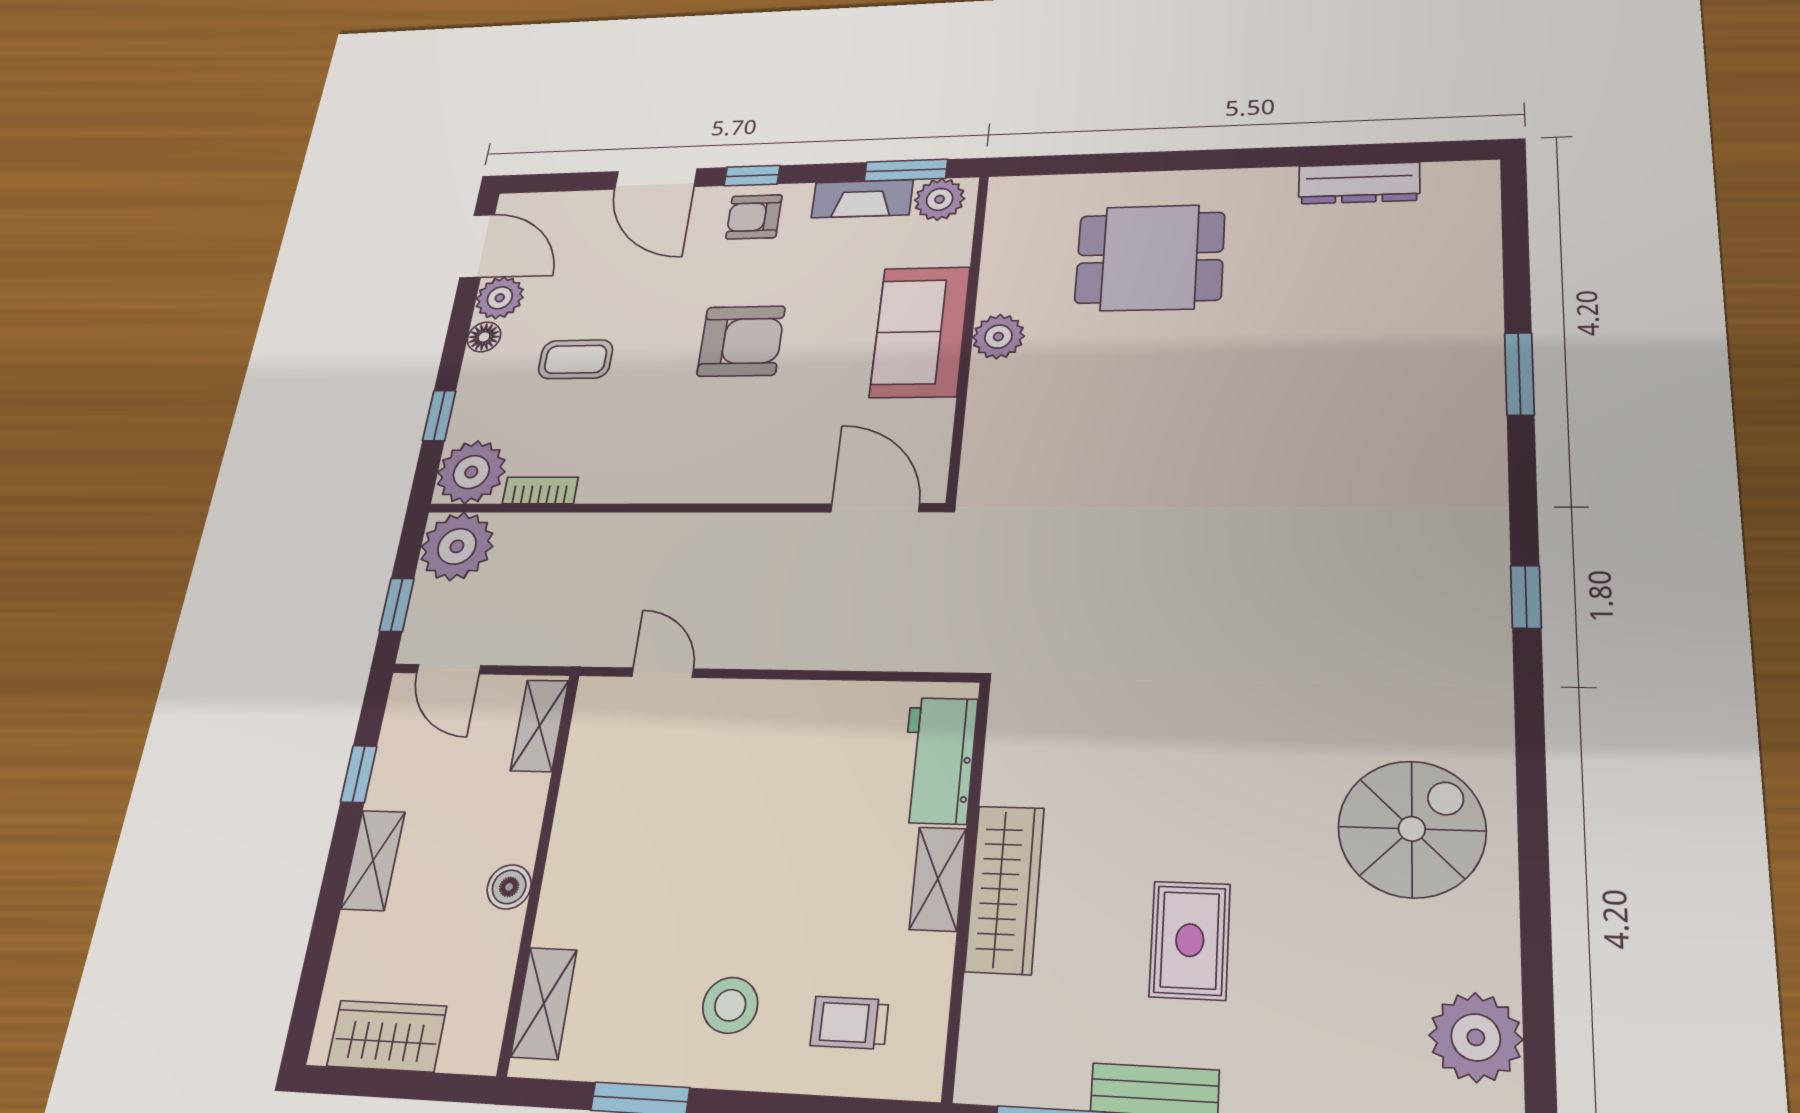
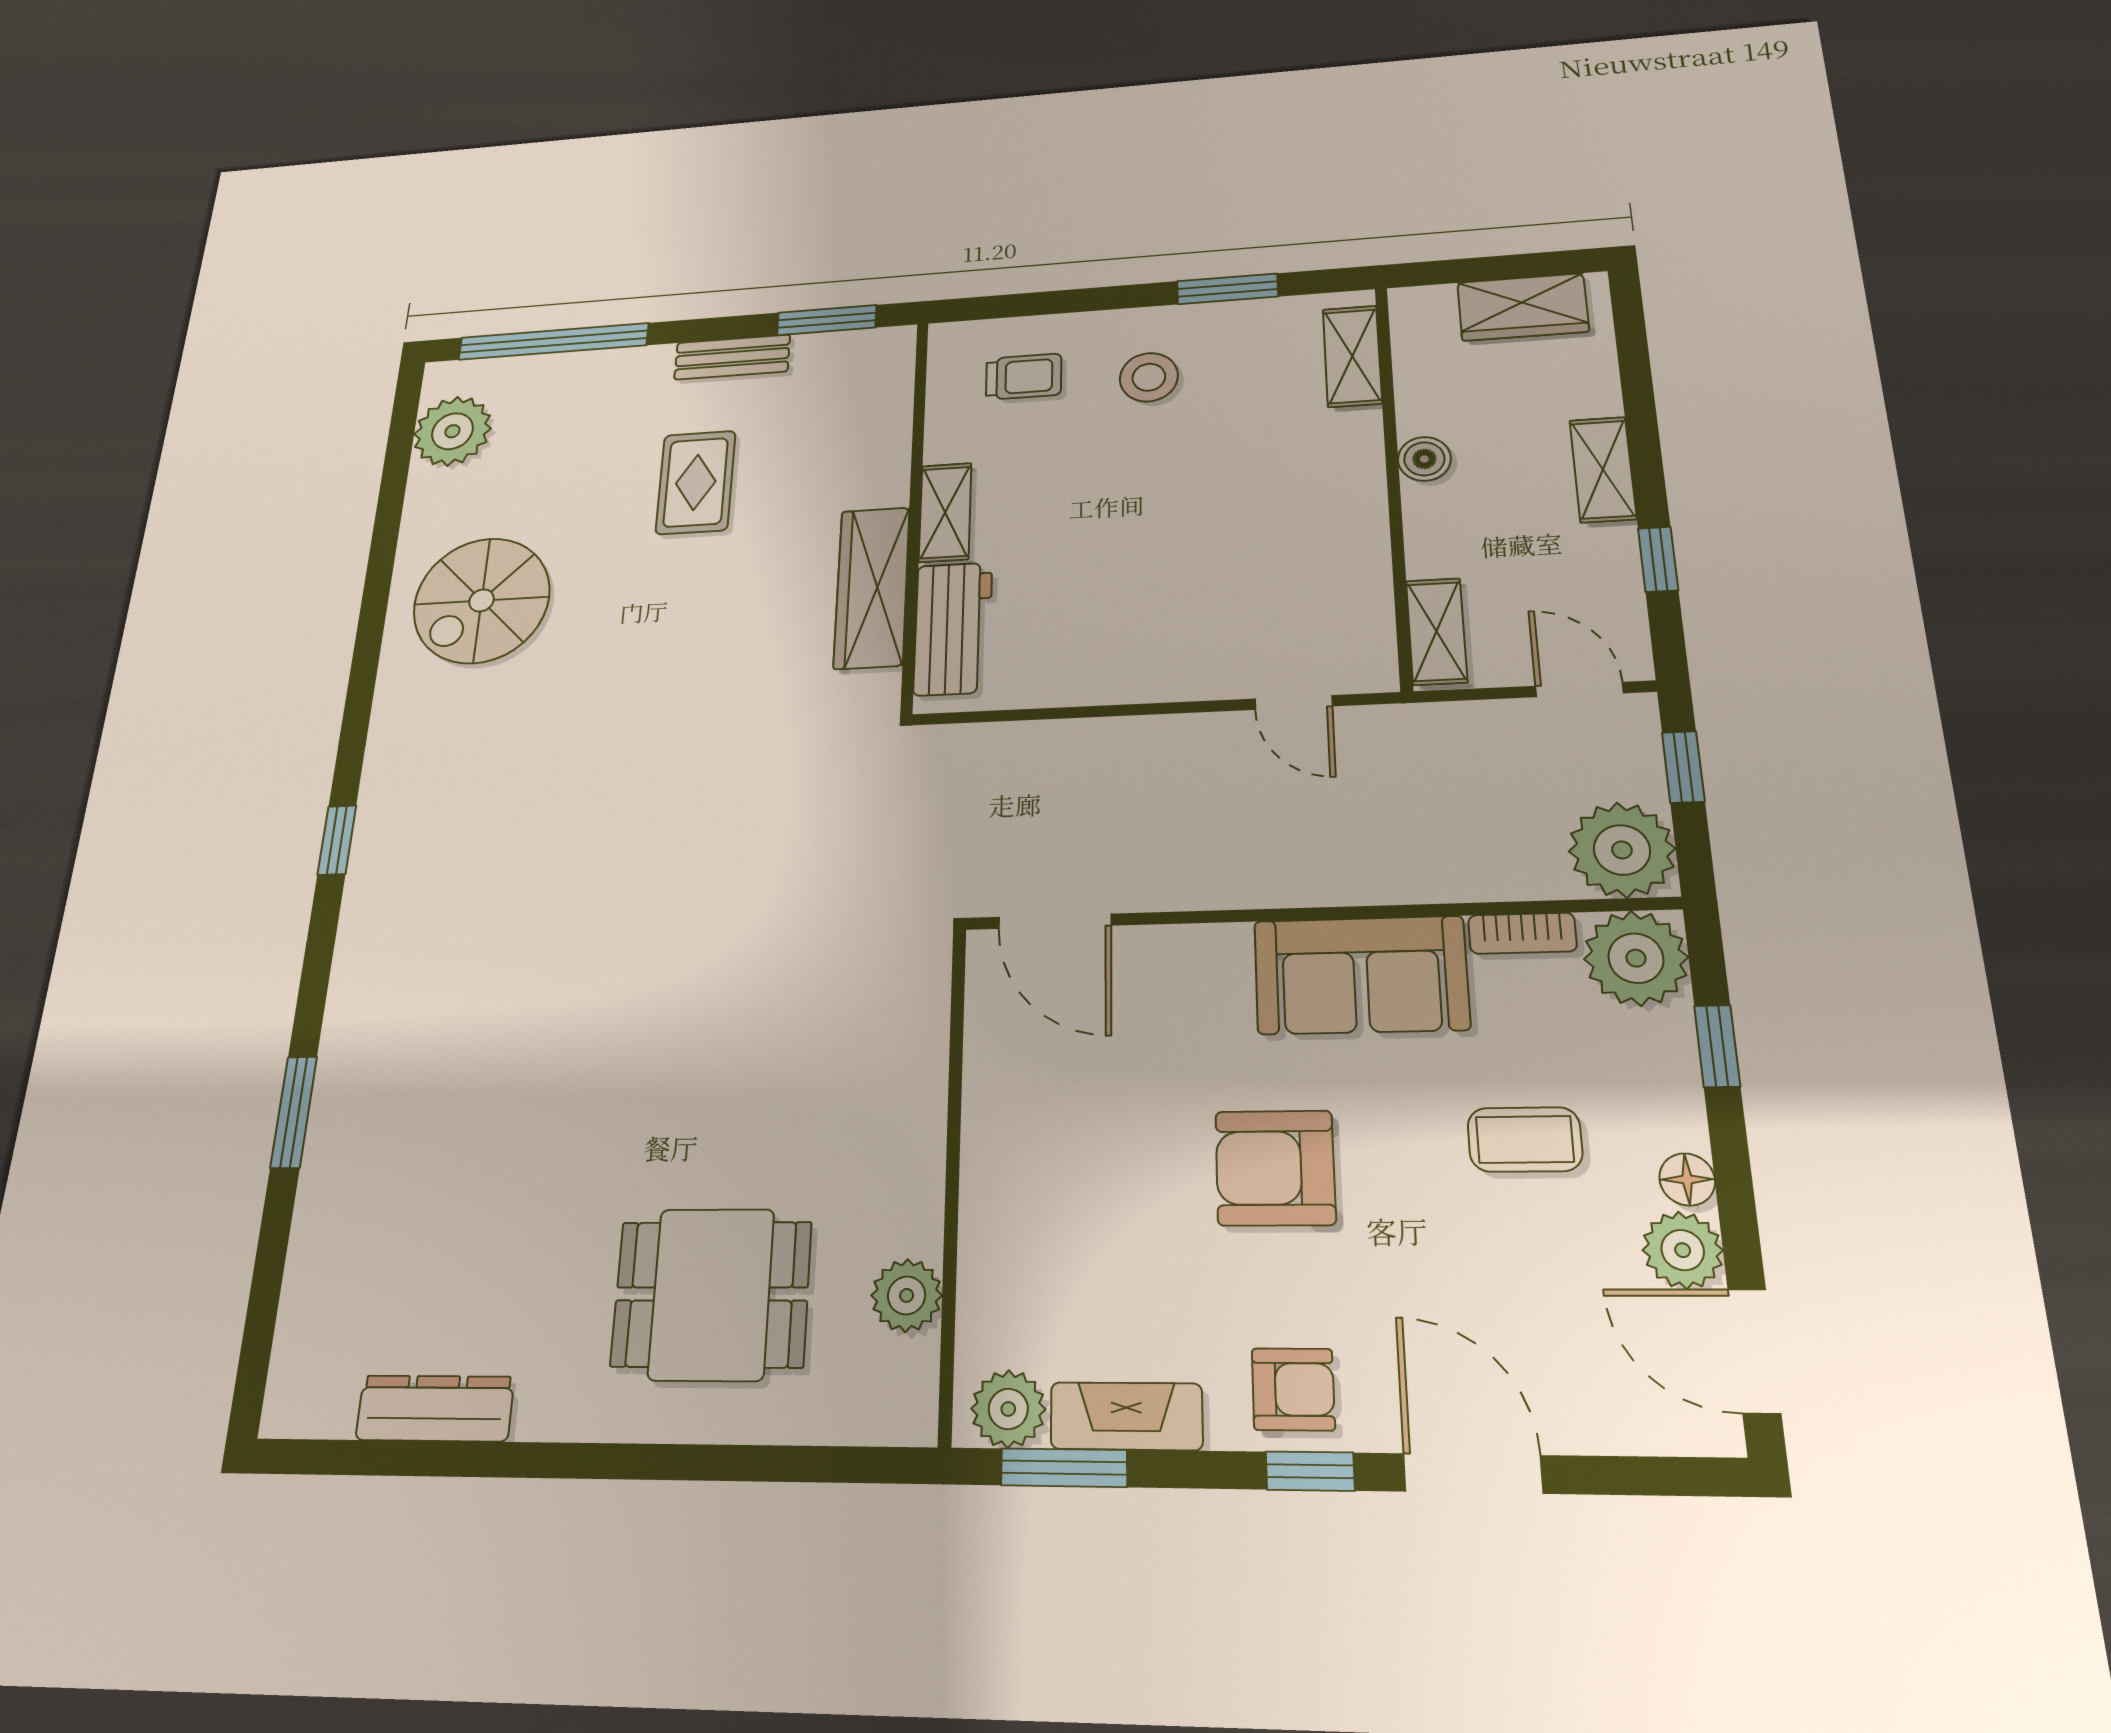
sofa: (920, 332) -> (1361, 975), moved, turned 90
plant: (998, 337) -> (907, 1295), moved
wardrobe: (1005, 889) -> (872, 587), moved

